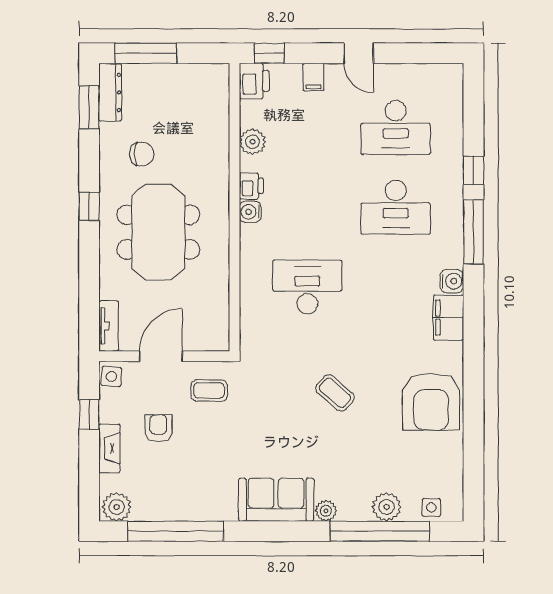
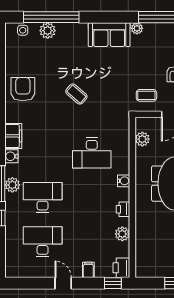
water cooler: (250, 212) -> (124, 181), moved
plant: (450, 230) -> (12, 185), added
plant: (217, 312) -> (142, 139), added
armchair: (431, 402) -> (23, 89), width x0.73, depth x0.73
plant: (326, 511) -> (137, 28), moved

